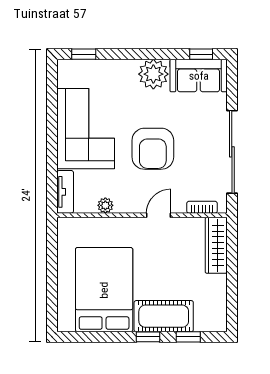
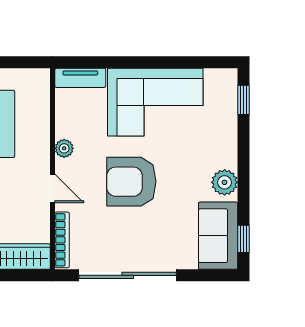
plant: (153, 74) -> (225, 182), width x0.73, depth x0.73
plant: (105, 205) -> (64, 148), moved
bookcase: (202, 207) -> (62, 240), width x1.56

